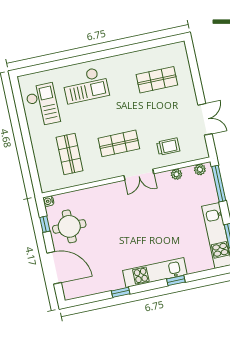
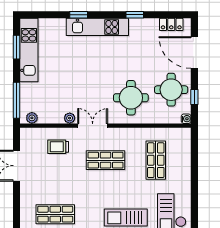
plant: (176, 174) -> (70, 118), moved
round table: (107, 210) -> (131, 98), added
locker: (83, 290) -> (171, 24), added

